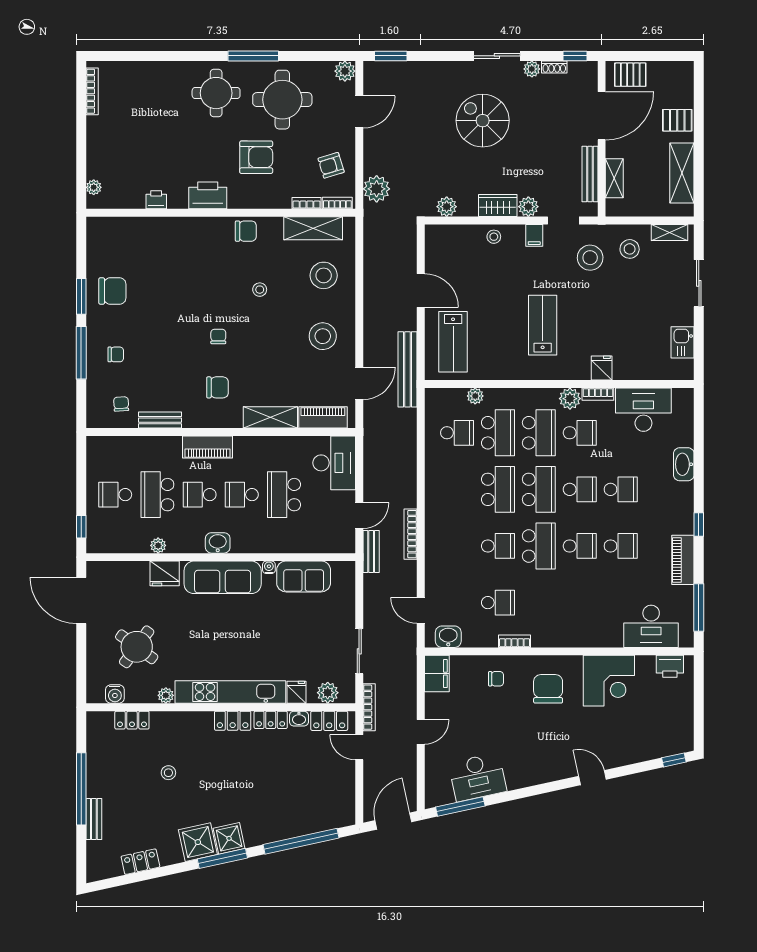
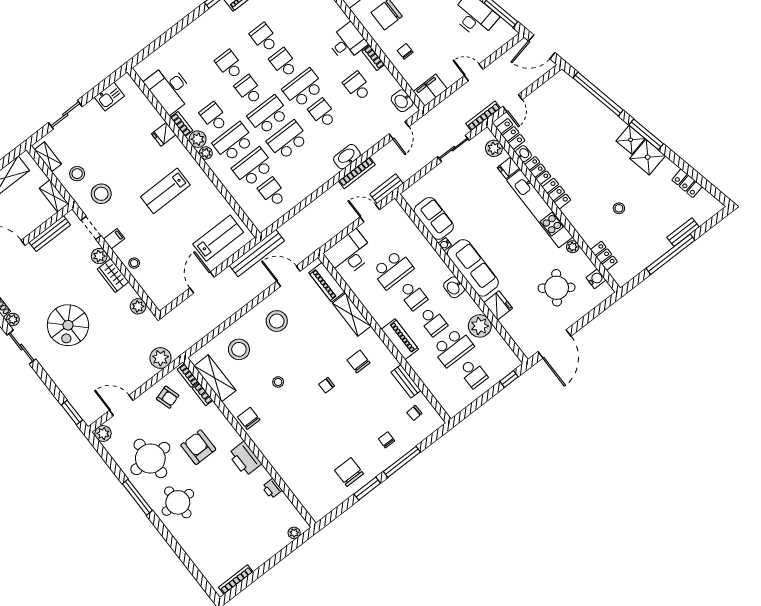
shelving: (614, 178) -> (54, 196), moved, turned 90
plant: (475, 396) -> (206, 153), moved
washbasin: (684, 464) -> (347, 157), moved, turned 180
plant: (158, 545) -> (480, 326), width x1.88, depth x1.88
desk: (551, 627) -> (347, 42), added

